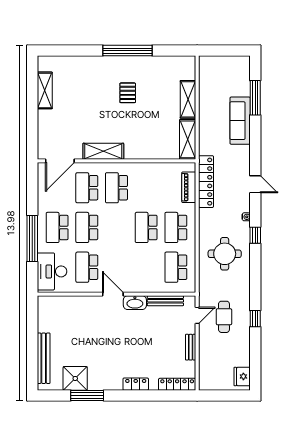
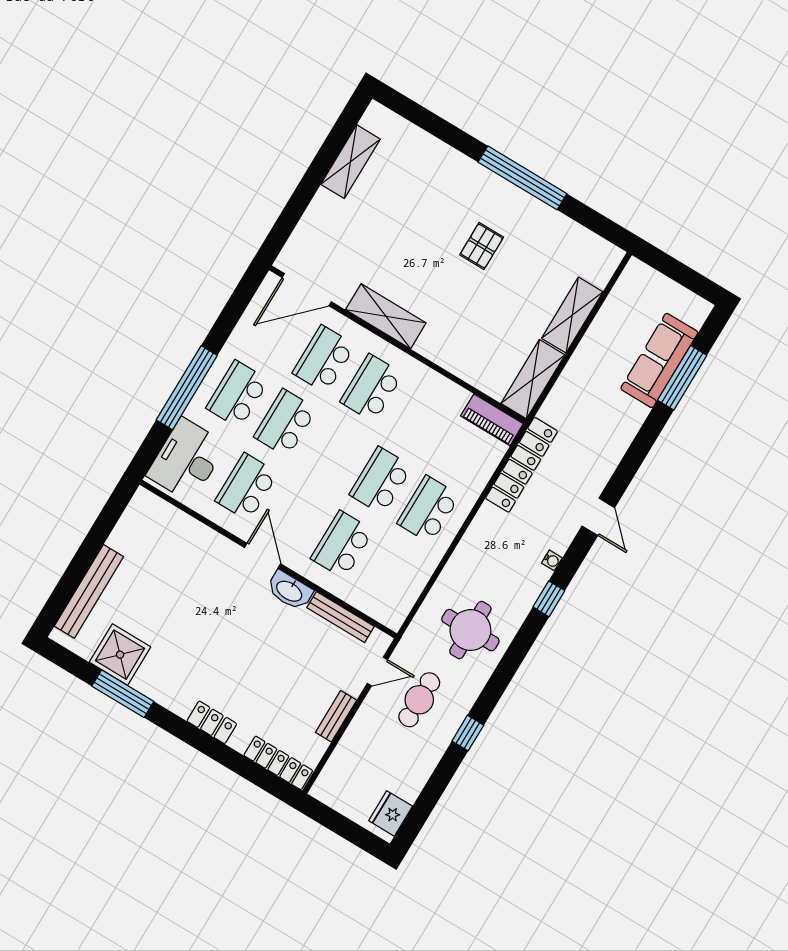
sofa: (240, 121) -> (659, 360), moved
piano: (189, 187) -> (492, 420), moved, turned -90
round table: (225, 254) -> (470, 630), moved
school desk: (176, 267) -> (342, 544), moved

